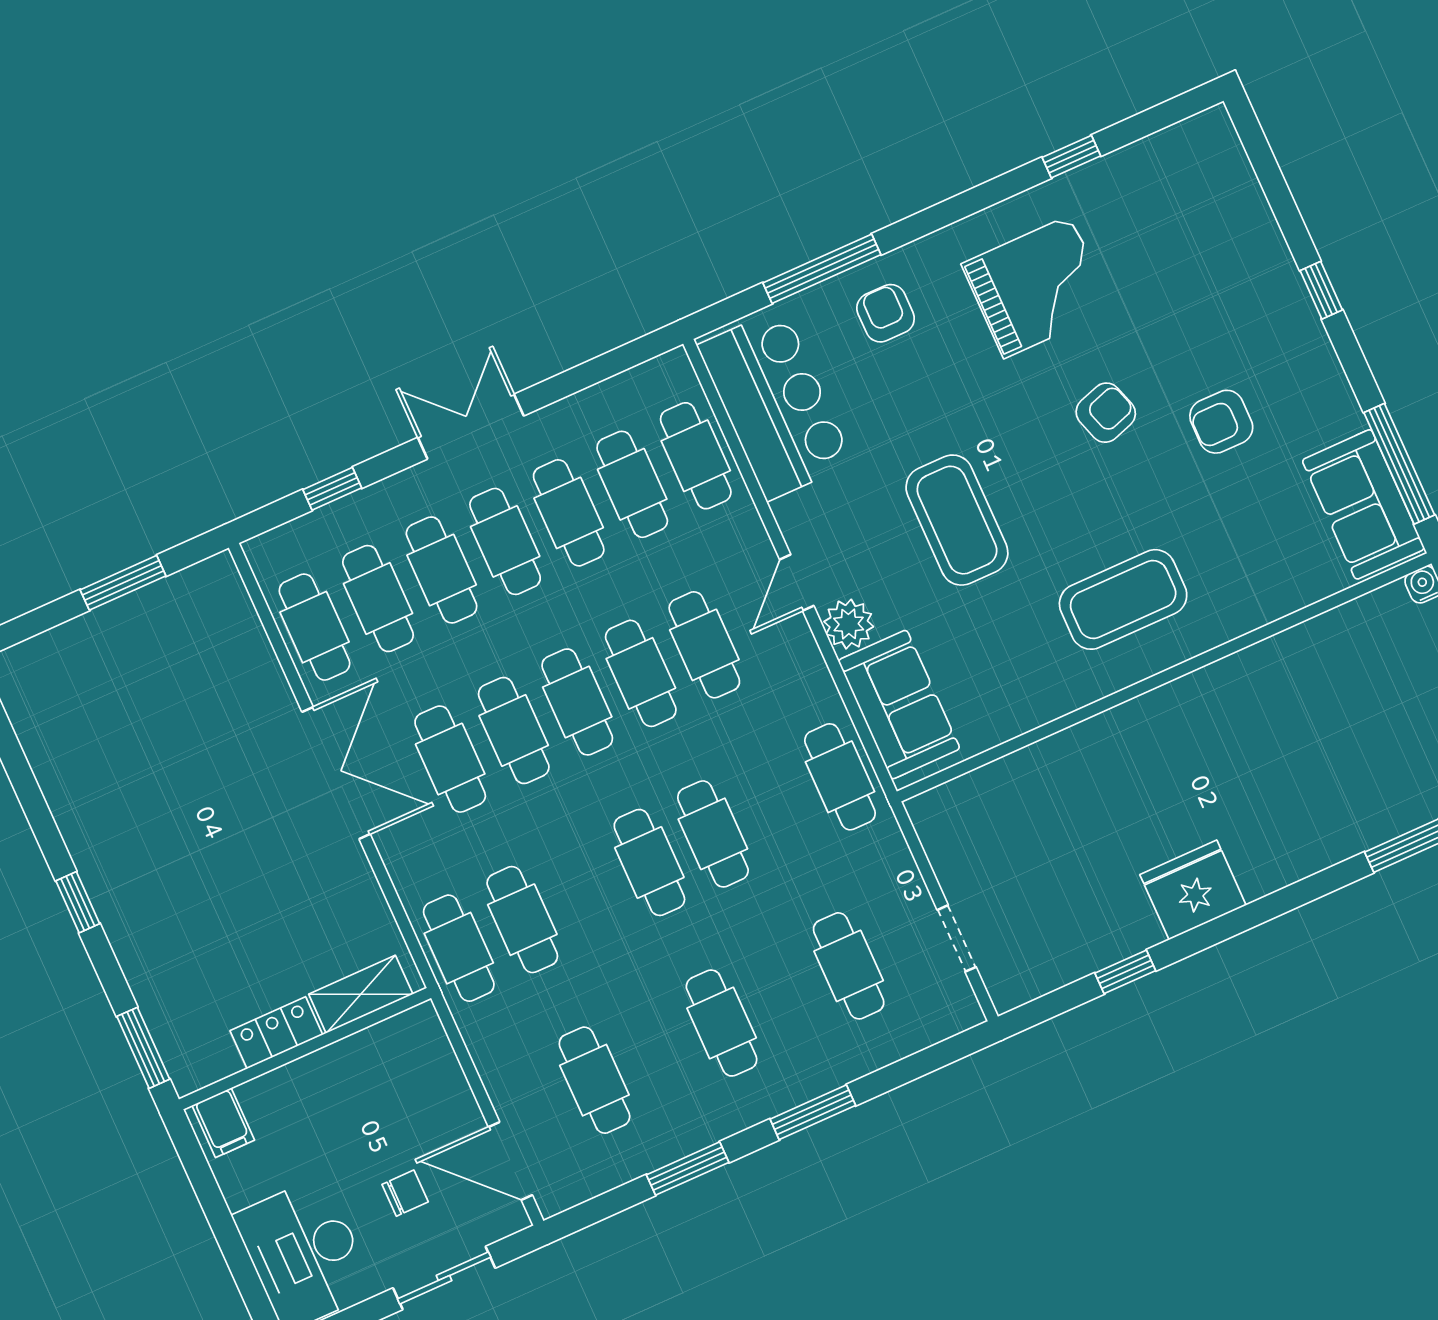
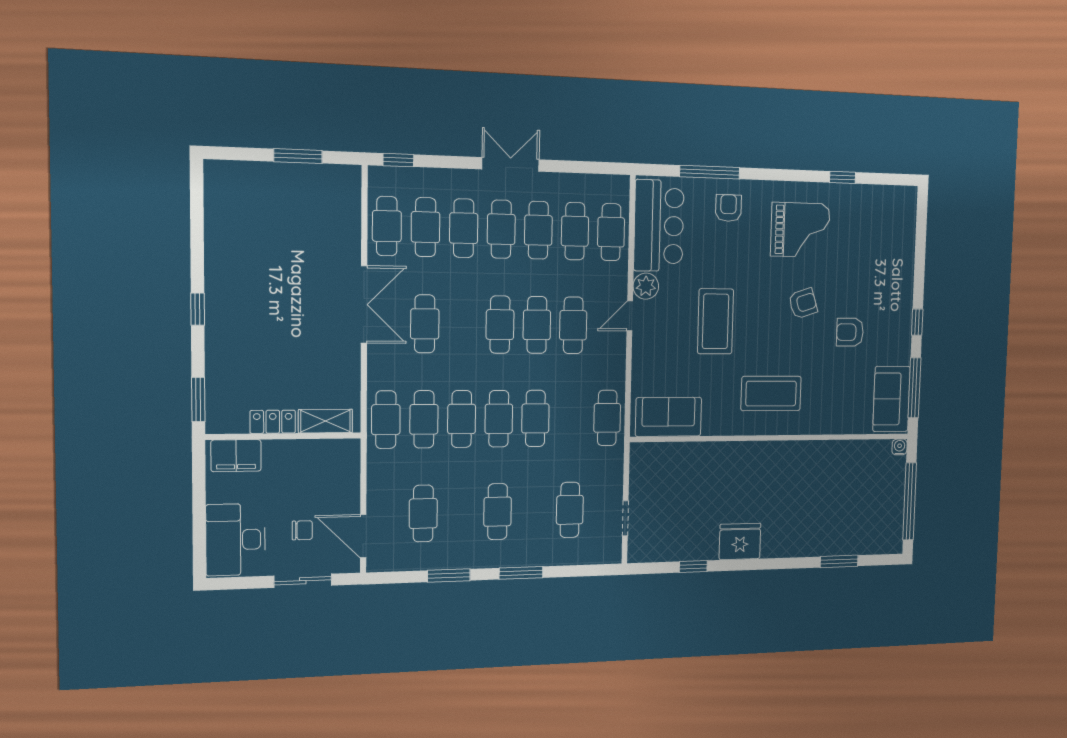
window: (1321, 290) -> (917, 322), moved
window: (332, 489) -> (398, 160), moved
plant: (849, 624) -> (646, 286), moved
sofa: (899, 705) -> (668, 417), moved, turned -90
cafe table: (514, 731) -> (462, 419), moved
filing cabinet: (223, 1123) -> (236, 456), width x2.00

